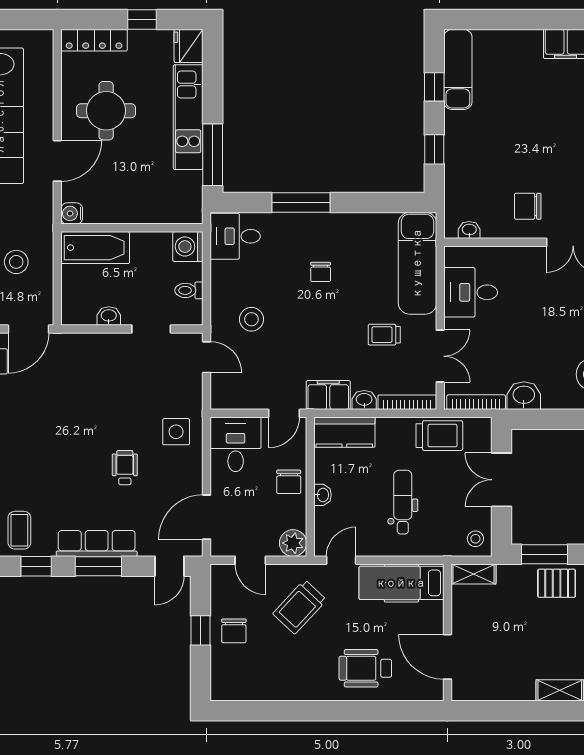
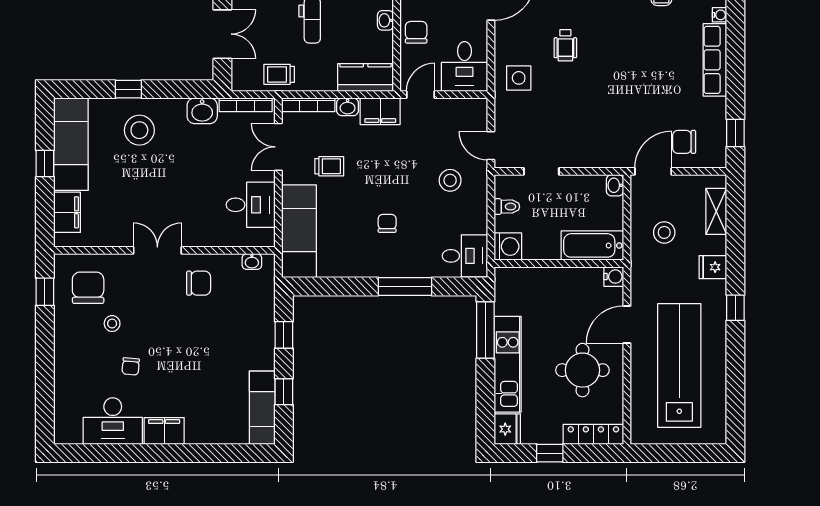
washbasin: (109, 316) -> (615, 185), moved, turned 90
trolley: (439, 436) -> (279, 74), width x0.73, depth x0.72

